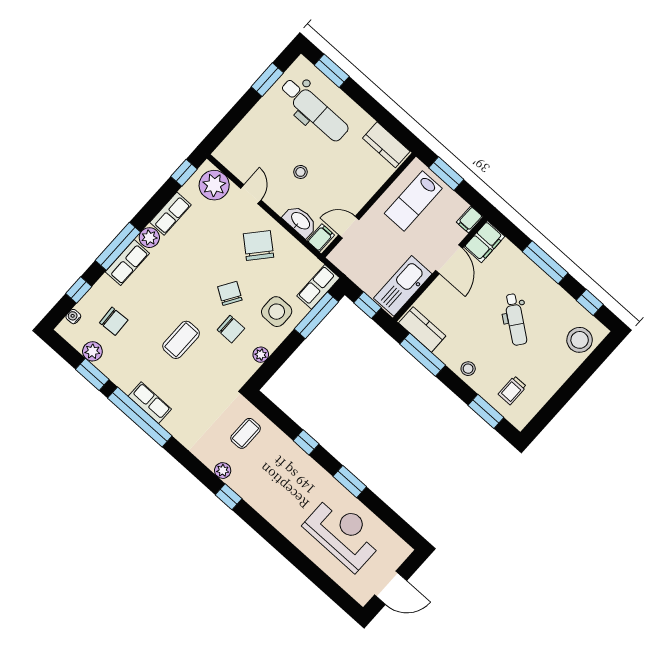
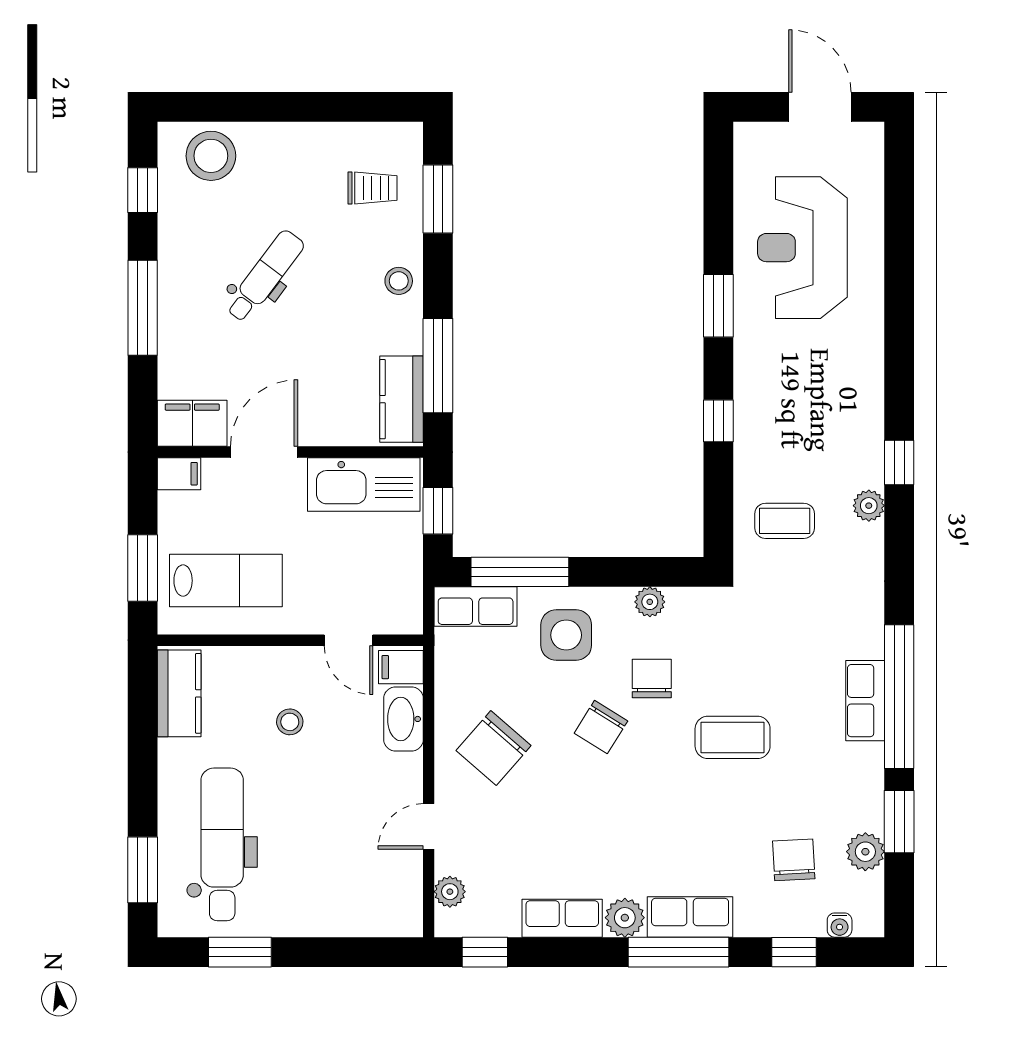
stool: (301, 172) -> (290, 722), moved
plant: (214, 185) -> (450, 892), width x0.53, depth x0.53

